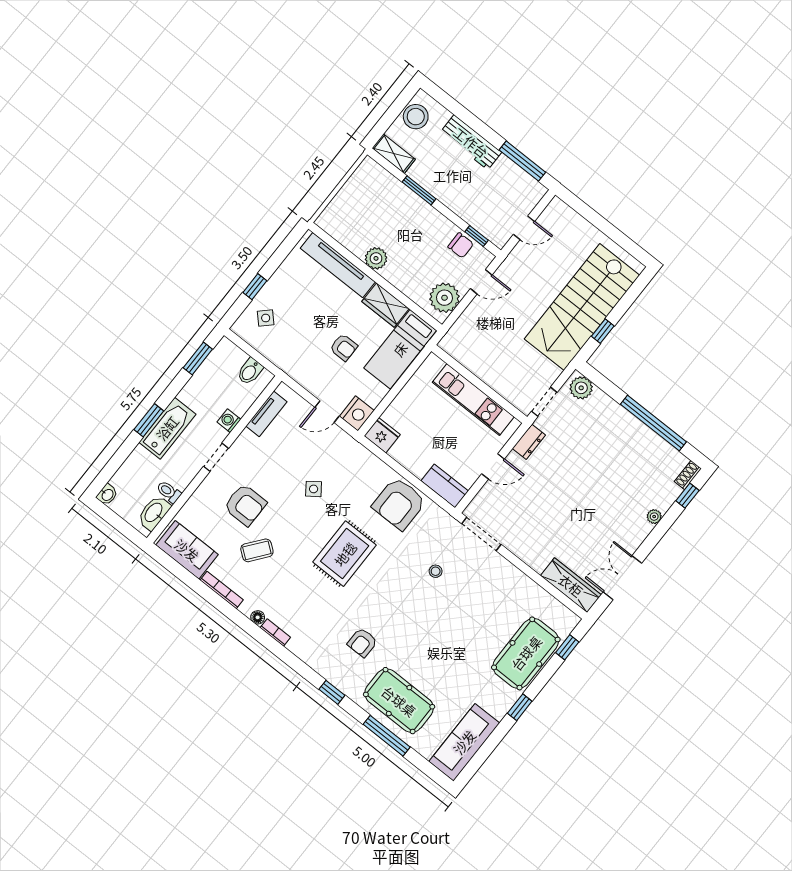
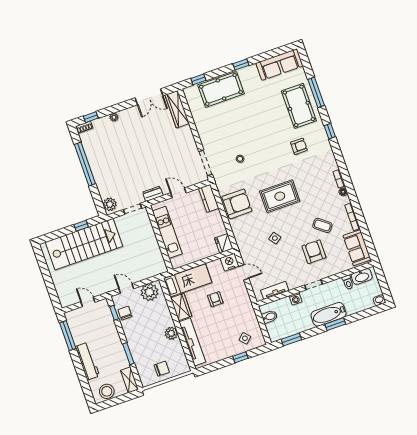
chair: (358, 199) -> (162, 369), added

